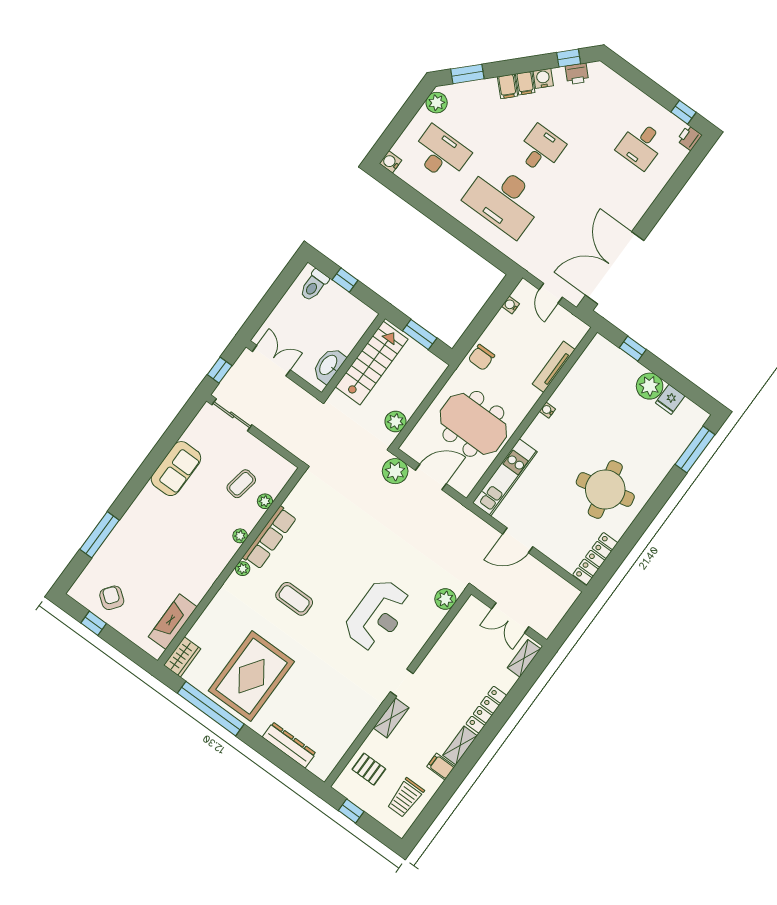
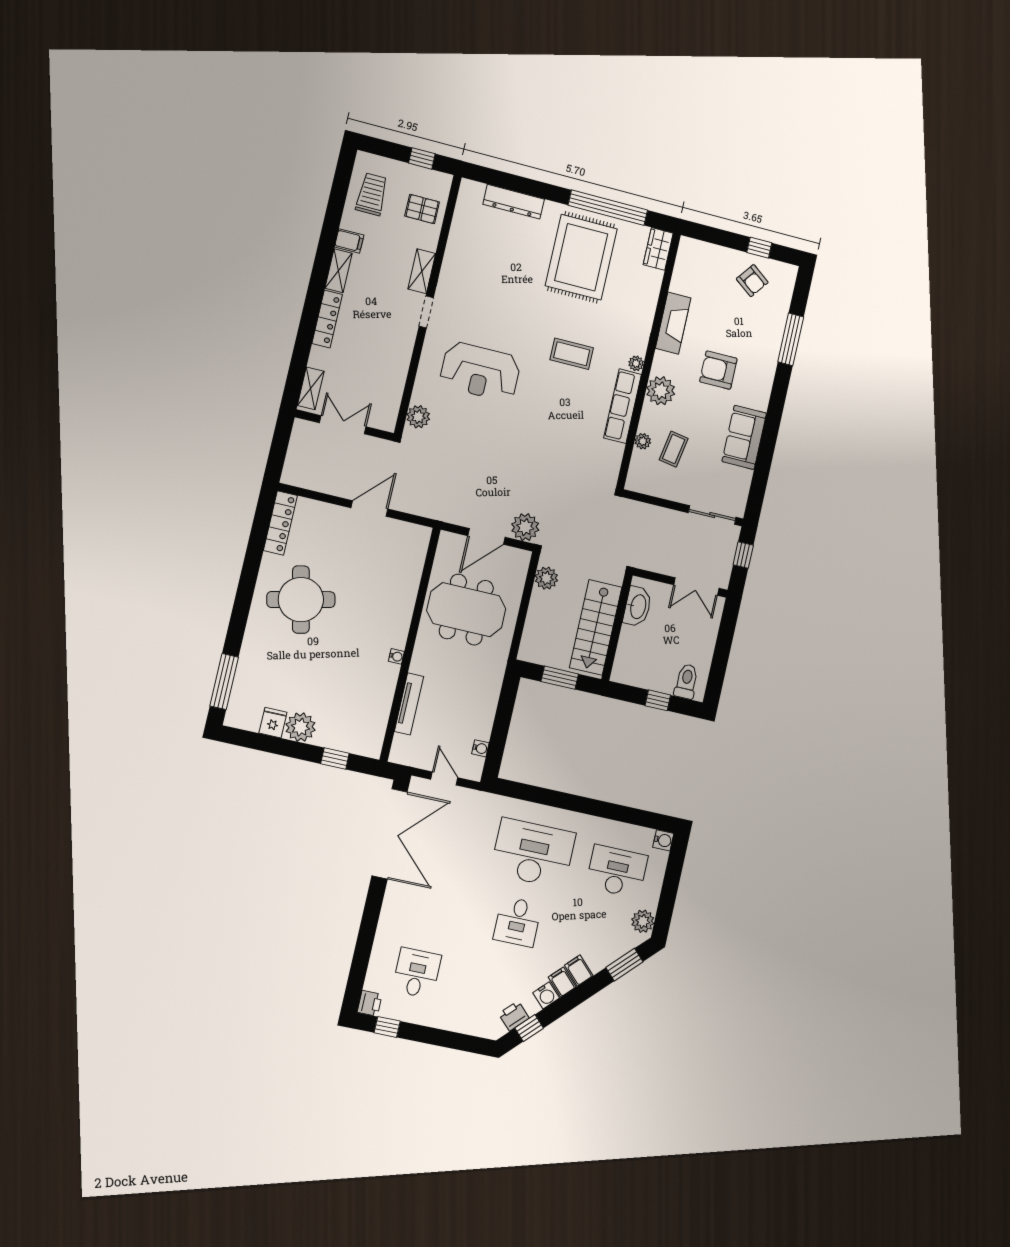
desk: (441, 154) -> (617, 871), turned 180
chair: (481, 357) -> (487, 681), removed
kitchen unit: (505, 477) -> (411, 568), removed
armchair: (174, 534) -> (718, 370), added
plant: (240, 536) -> (661, 391), width x1.87, depth x1.87
reception desk: (378, 615) -> (480, 372), turned -90
fireplace: (173, 622) -> (673, 323), moved

